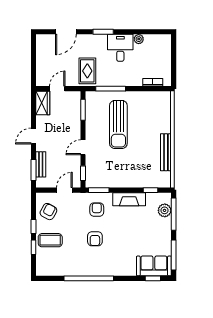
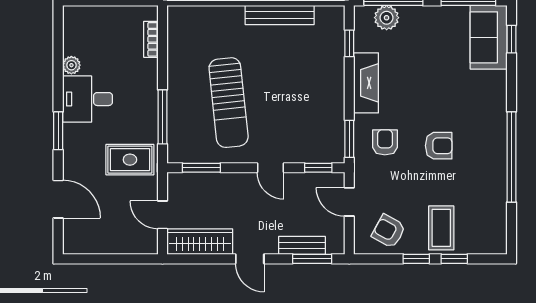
wardrobe: (43, 103) -> (200, 242), width x1.50
sun lounger: (118, 124) -> (229, 103), turned 84
armchair: (97, 210) -> (385, 142), turned 90

